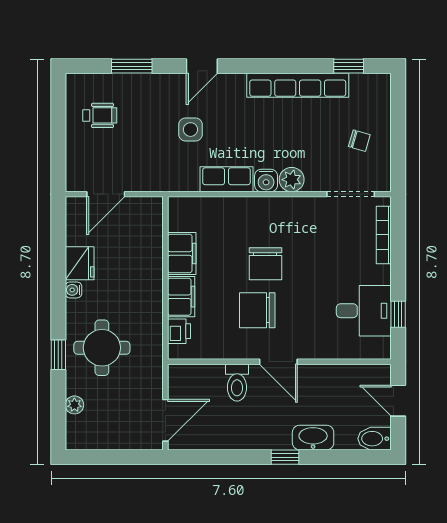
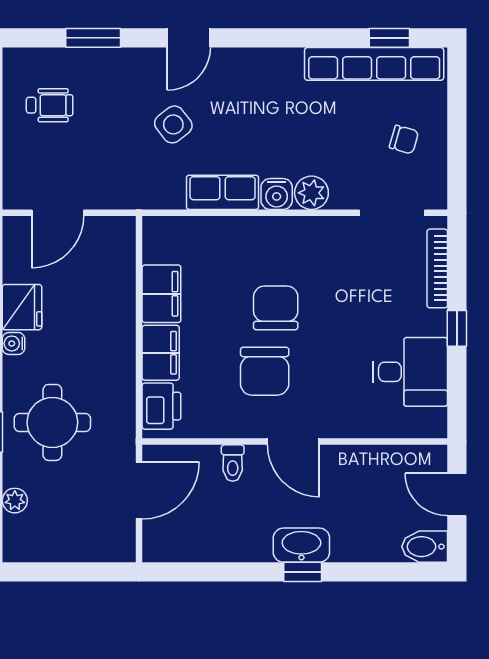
row of seats: (298, 85) -> (374, 64), moved
side table: (190, 130) -> (173, 124), turned -38
chair: (265, 264) -> (276, 308), turned 180
chair: (257, 310) -> (265, 371), turned -90
window: (398, 314) -> (457, 328), moved
printer: (179, 331) -> (161, 406), width x1.36, depth x1.24
toilet: (237, 383) -> (233, 463), width x0.73, depth x0.72
door: (165, 420) -> (139, 490), moved
washbasin: (313, 438) -> (301, 545), moved

